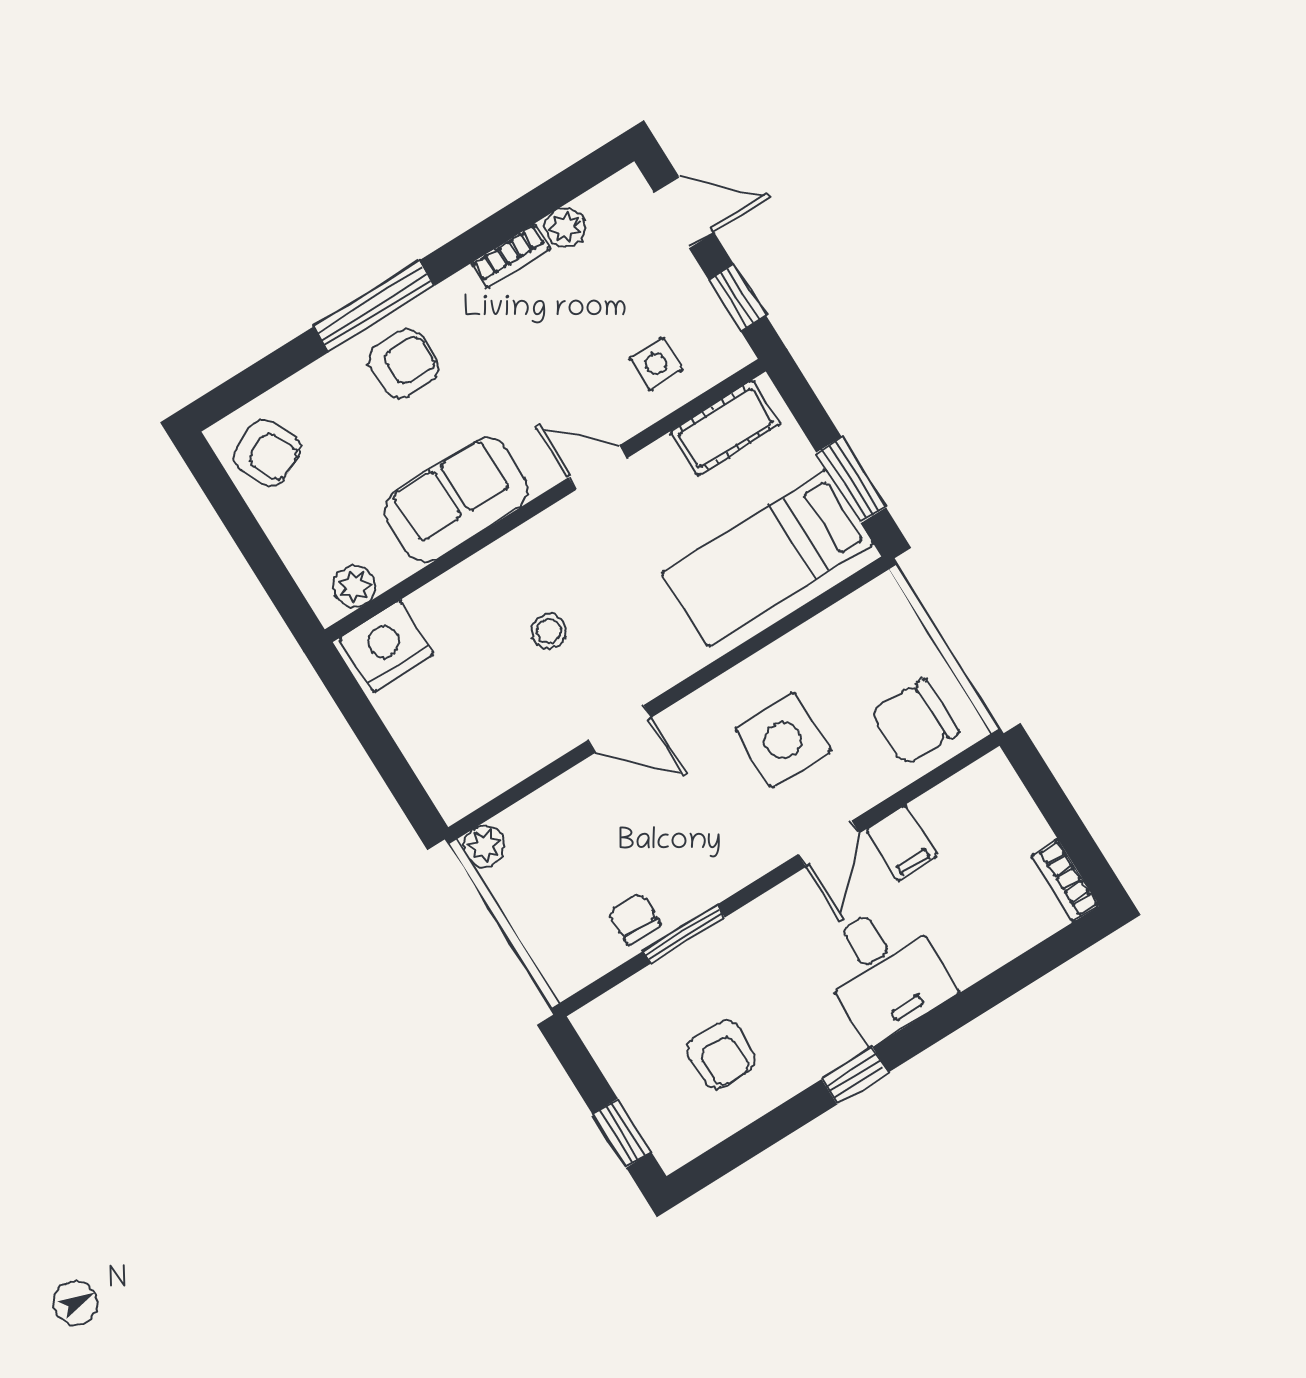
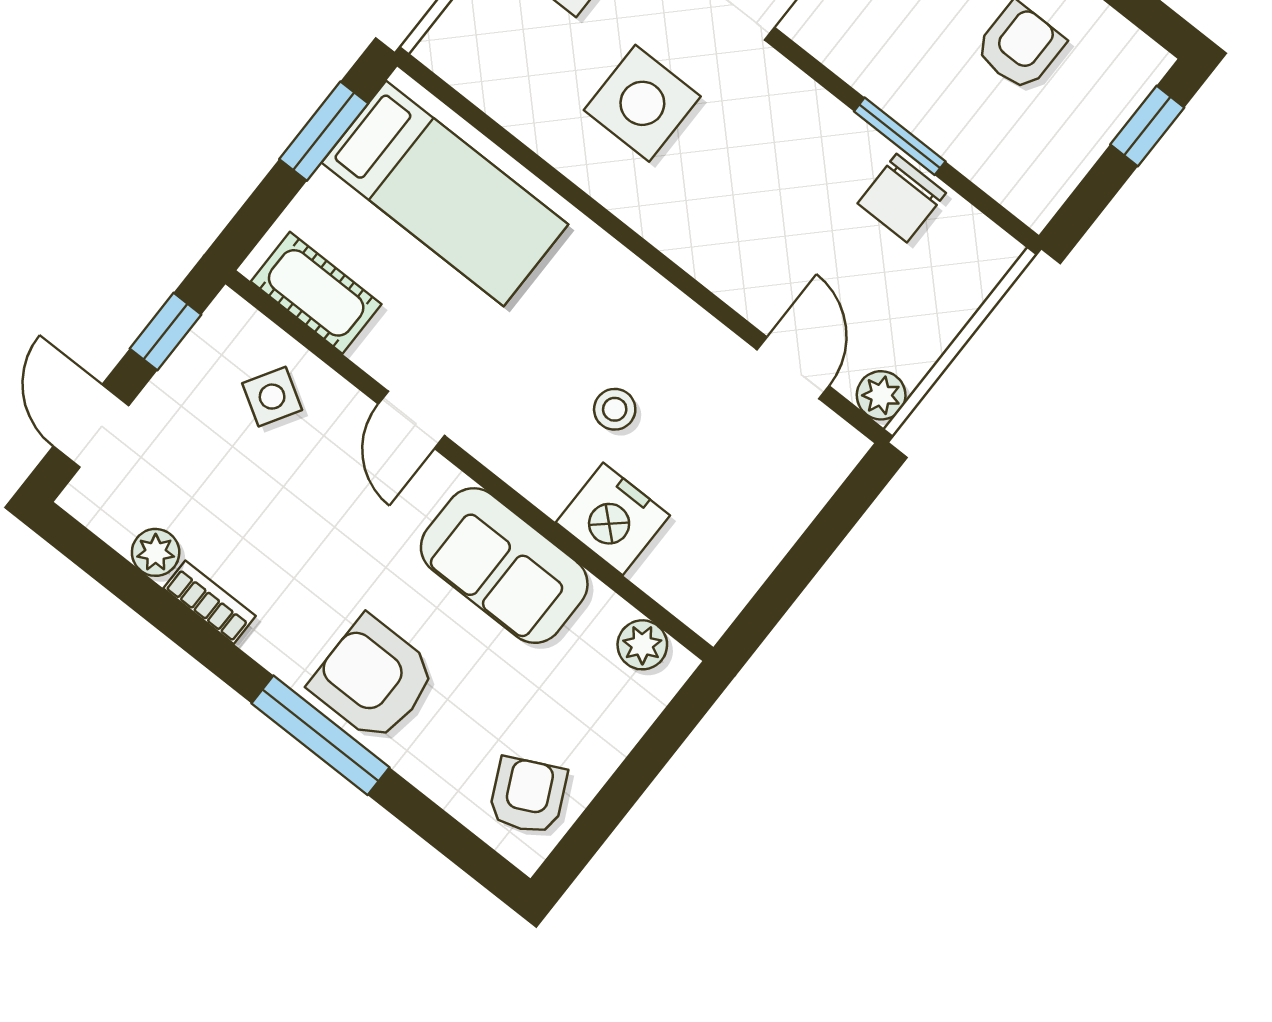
armchair: (404, 364) -> (373, 679), width x1.38, depth x1.38
side table: (656, 364) -> (272, 397), turned 31
nightstand: (387, 646) -> (613, 519), moved
door: (619, 729) -> (793, 368), moved
chair: (634, 918) -> (902, 198), width x1.37, depth x1.37

